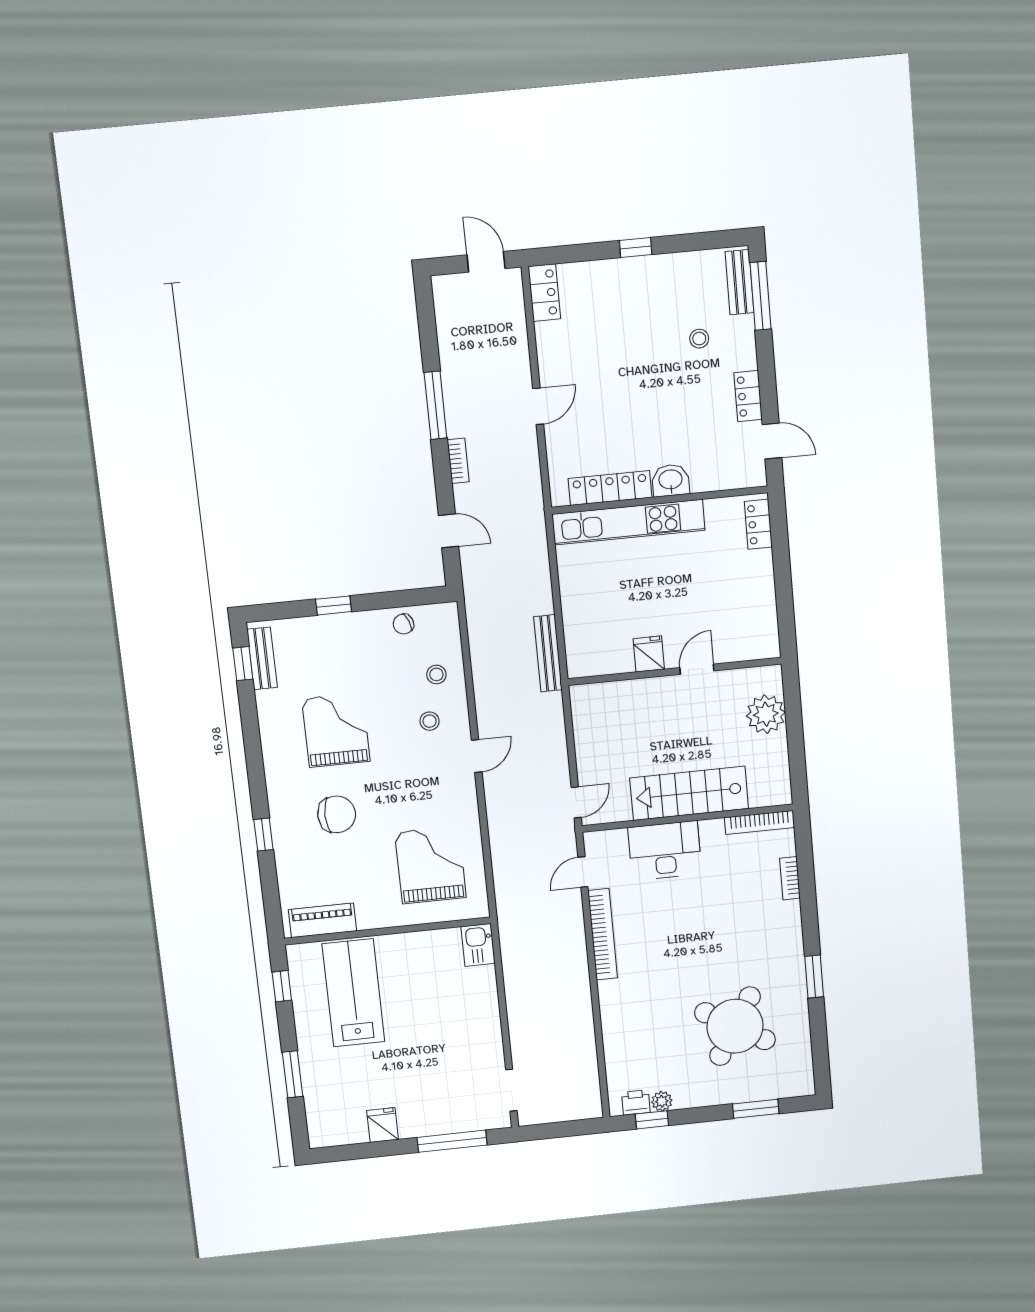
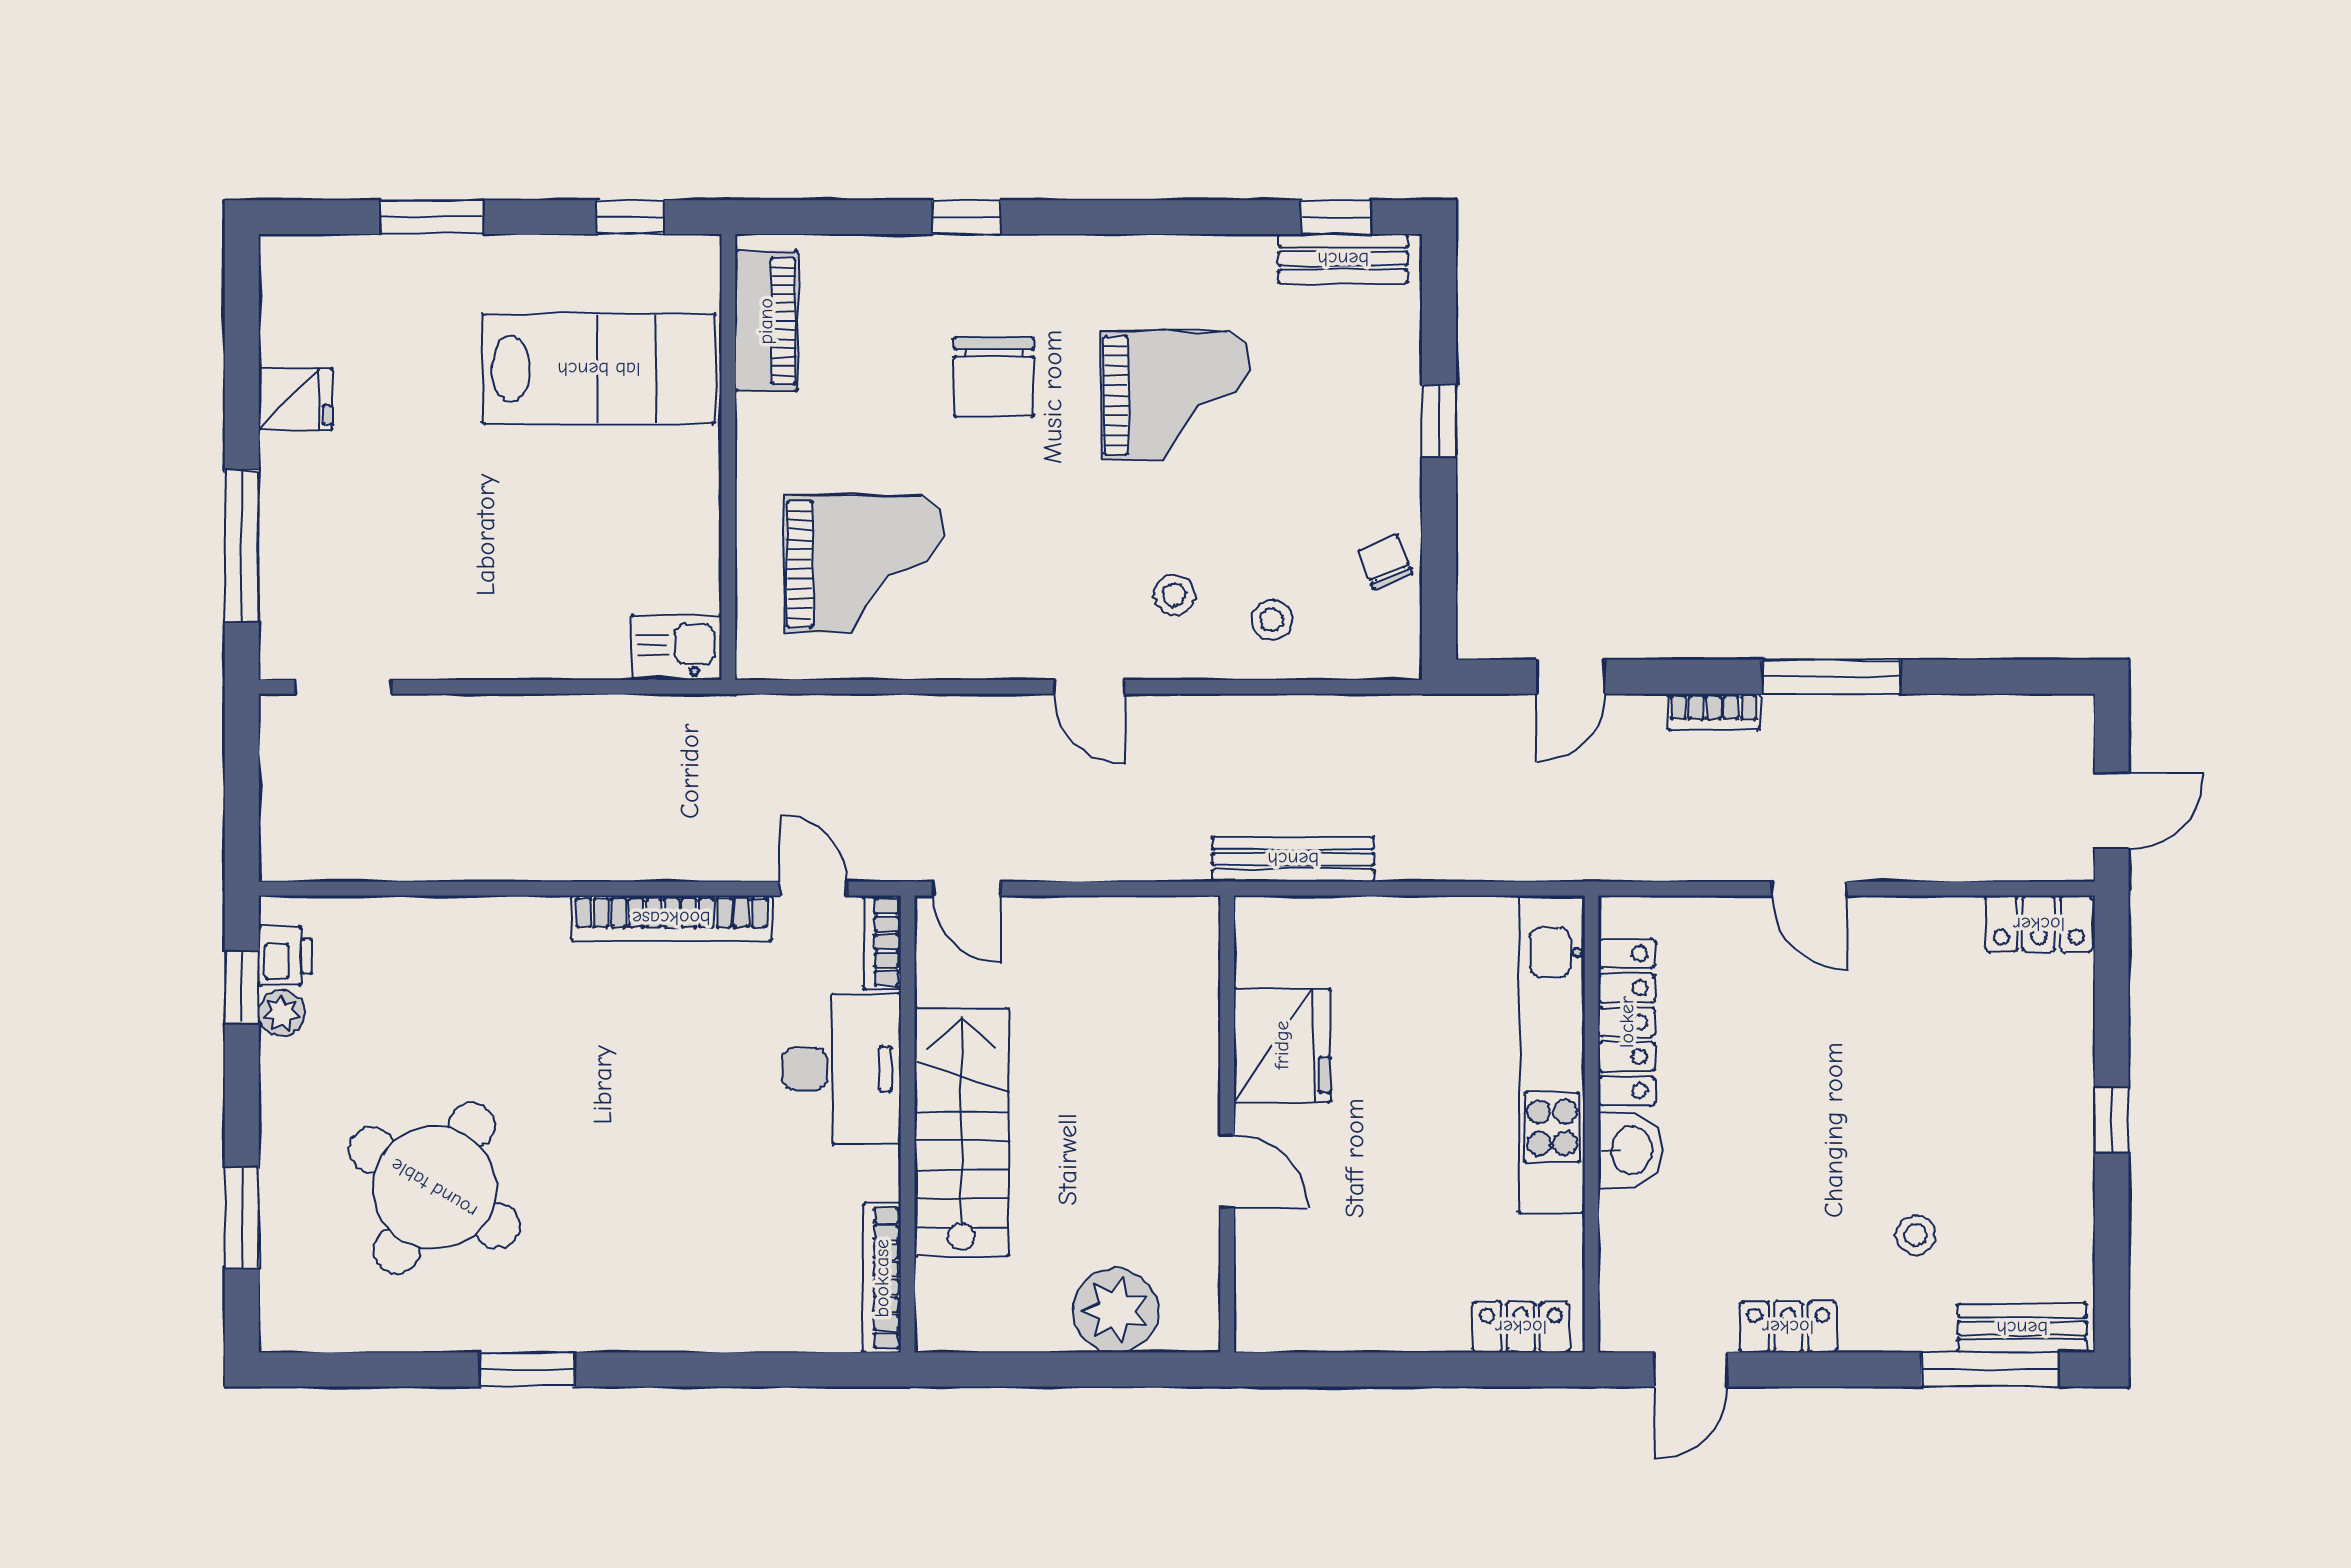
fridge: (649, 654) -> (1282, 1045), width x1.88, depth x1.34
bookcase: (790, 878) -> (882, 942), moved, turned -90

